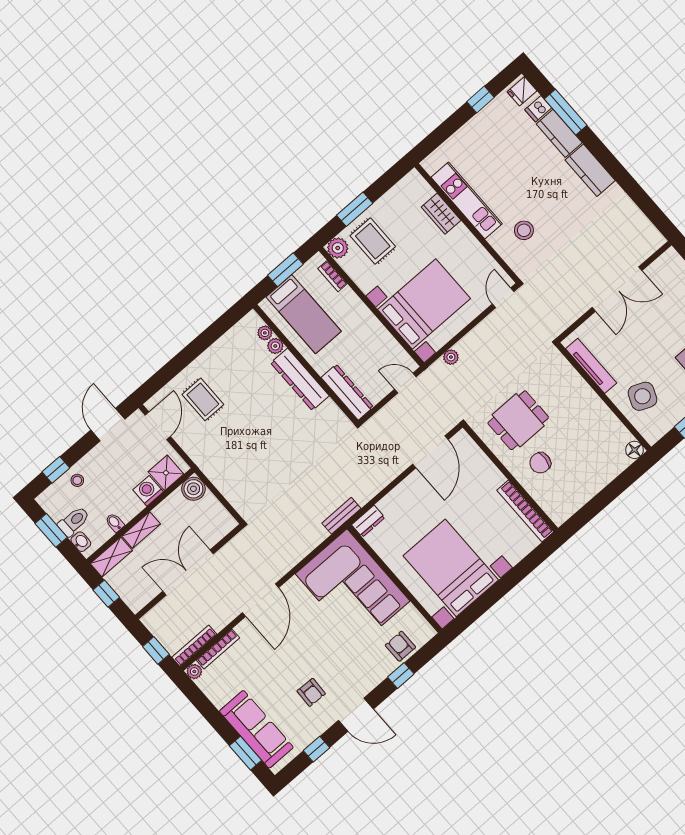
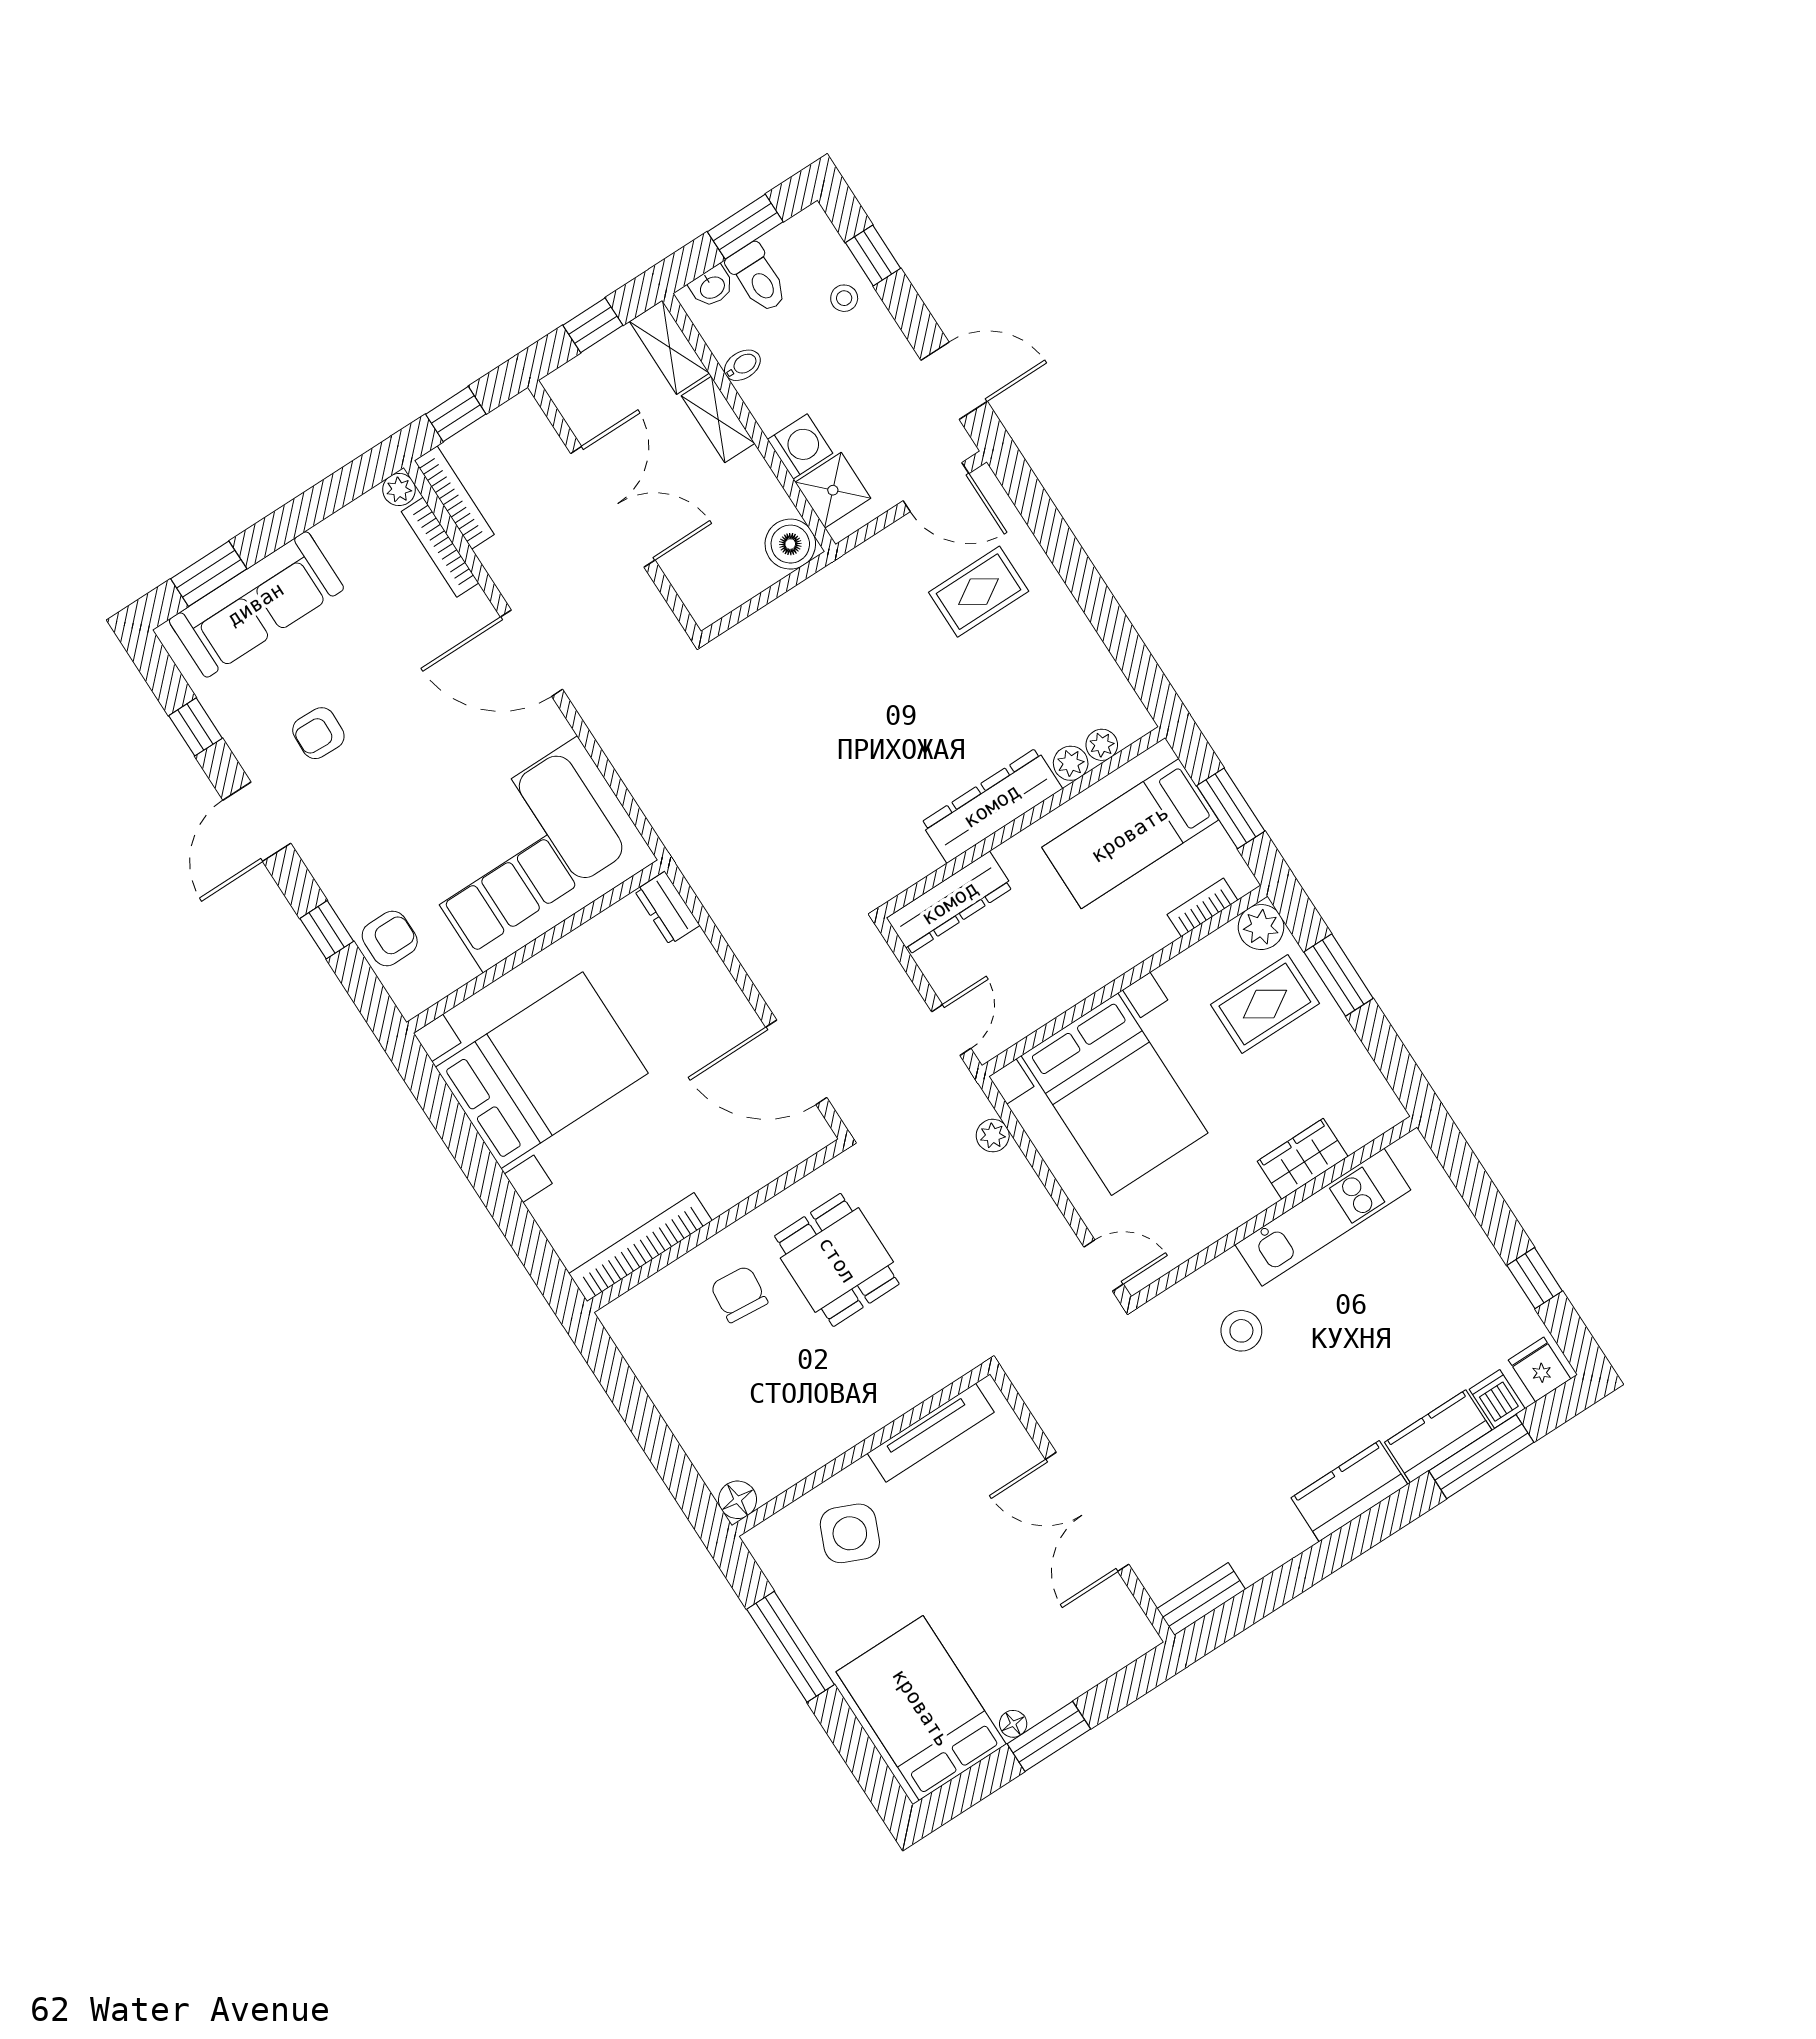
bench: (341, 516) -> (1201, 1599), moved, turned 90

